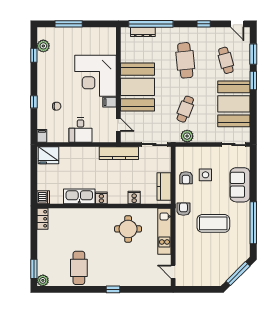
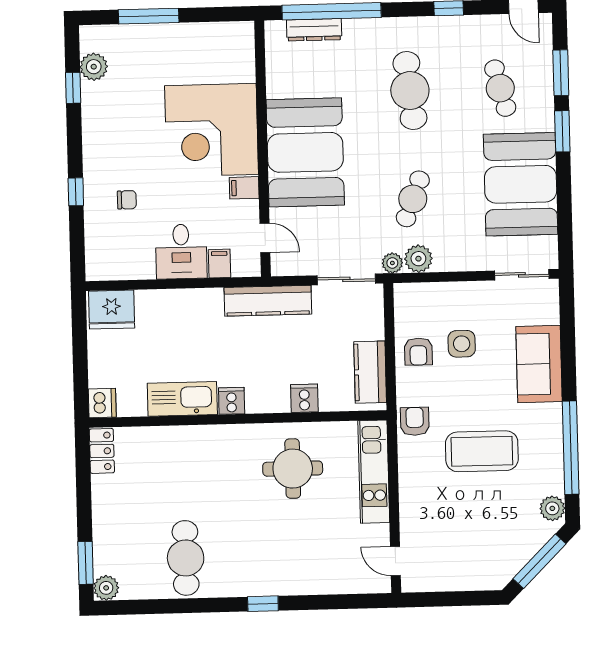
filing cabinet: (42, 136) -> (219, 264), moved
plant: (175, 138) -> (392, 263), added
plant: (244, 250) -> (552, 508), added

